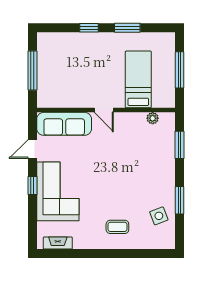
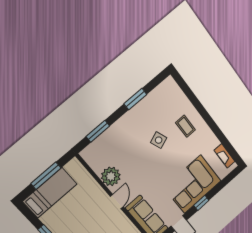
bed: (138, 79) -> (50, 193), moved, turned 180
plant: (153, 118) -> (111, 176), moved, width x1.87, depth x1.87
side table: (159, 216) -> (159, 140), moved

